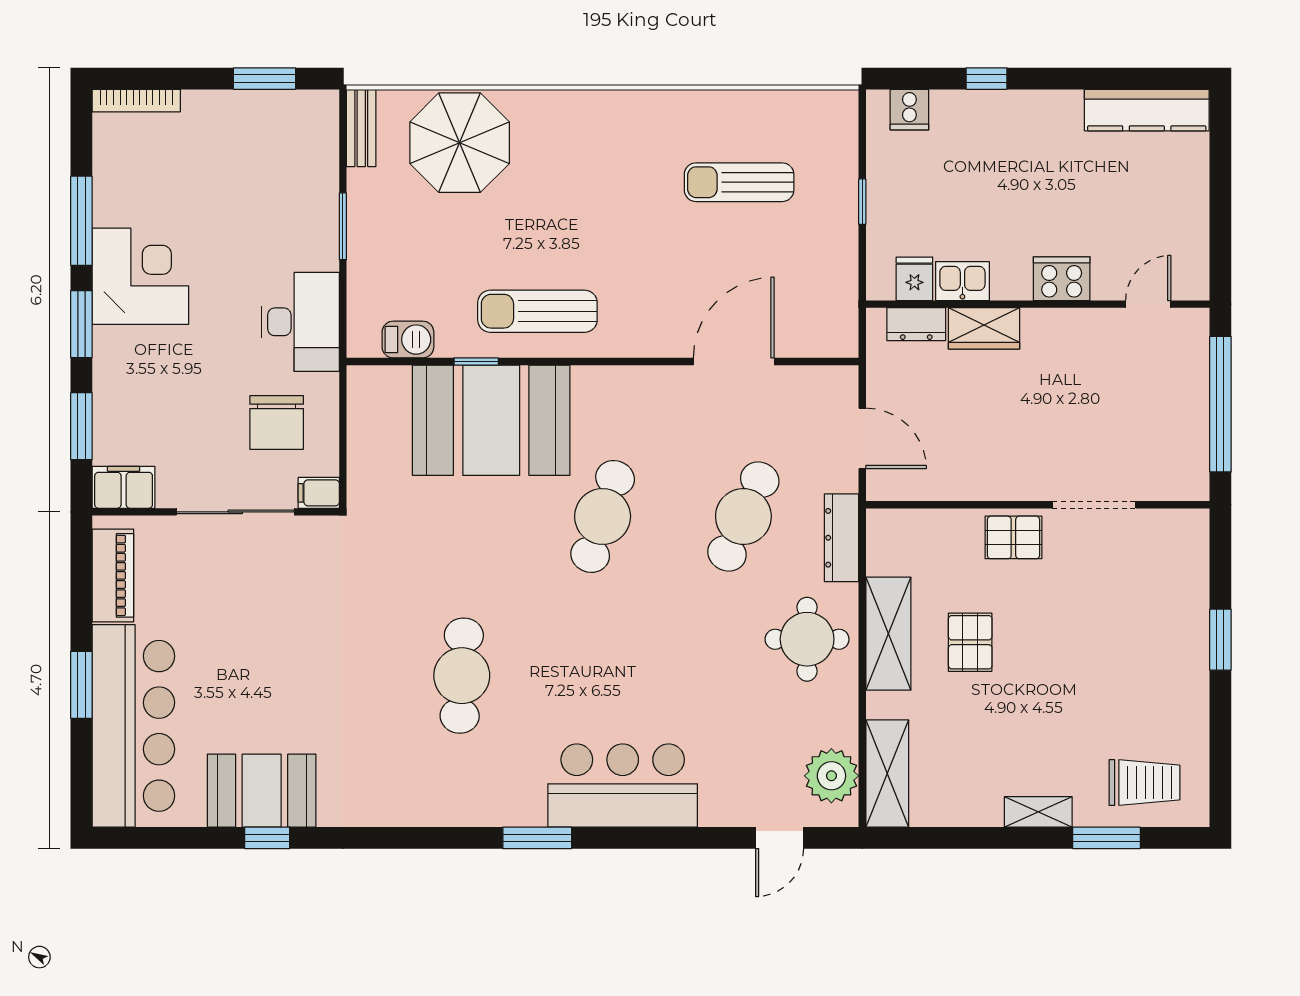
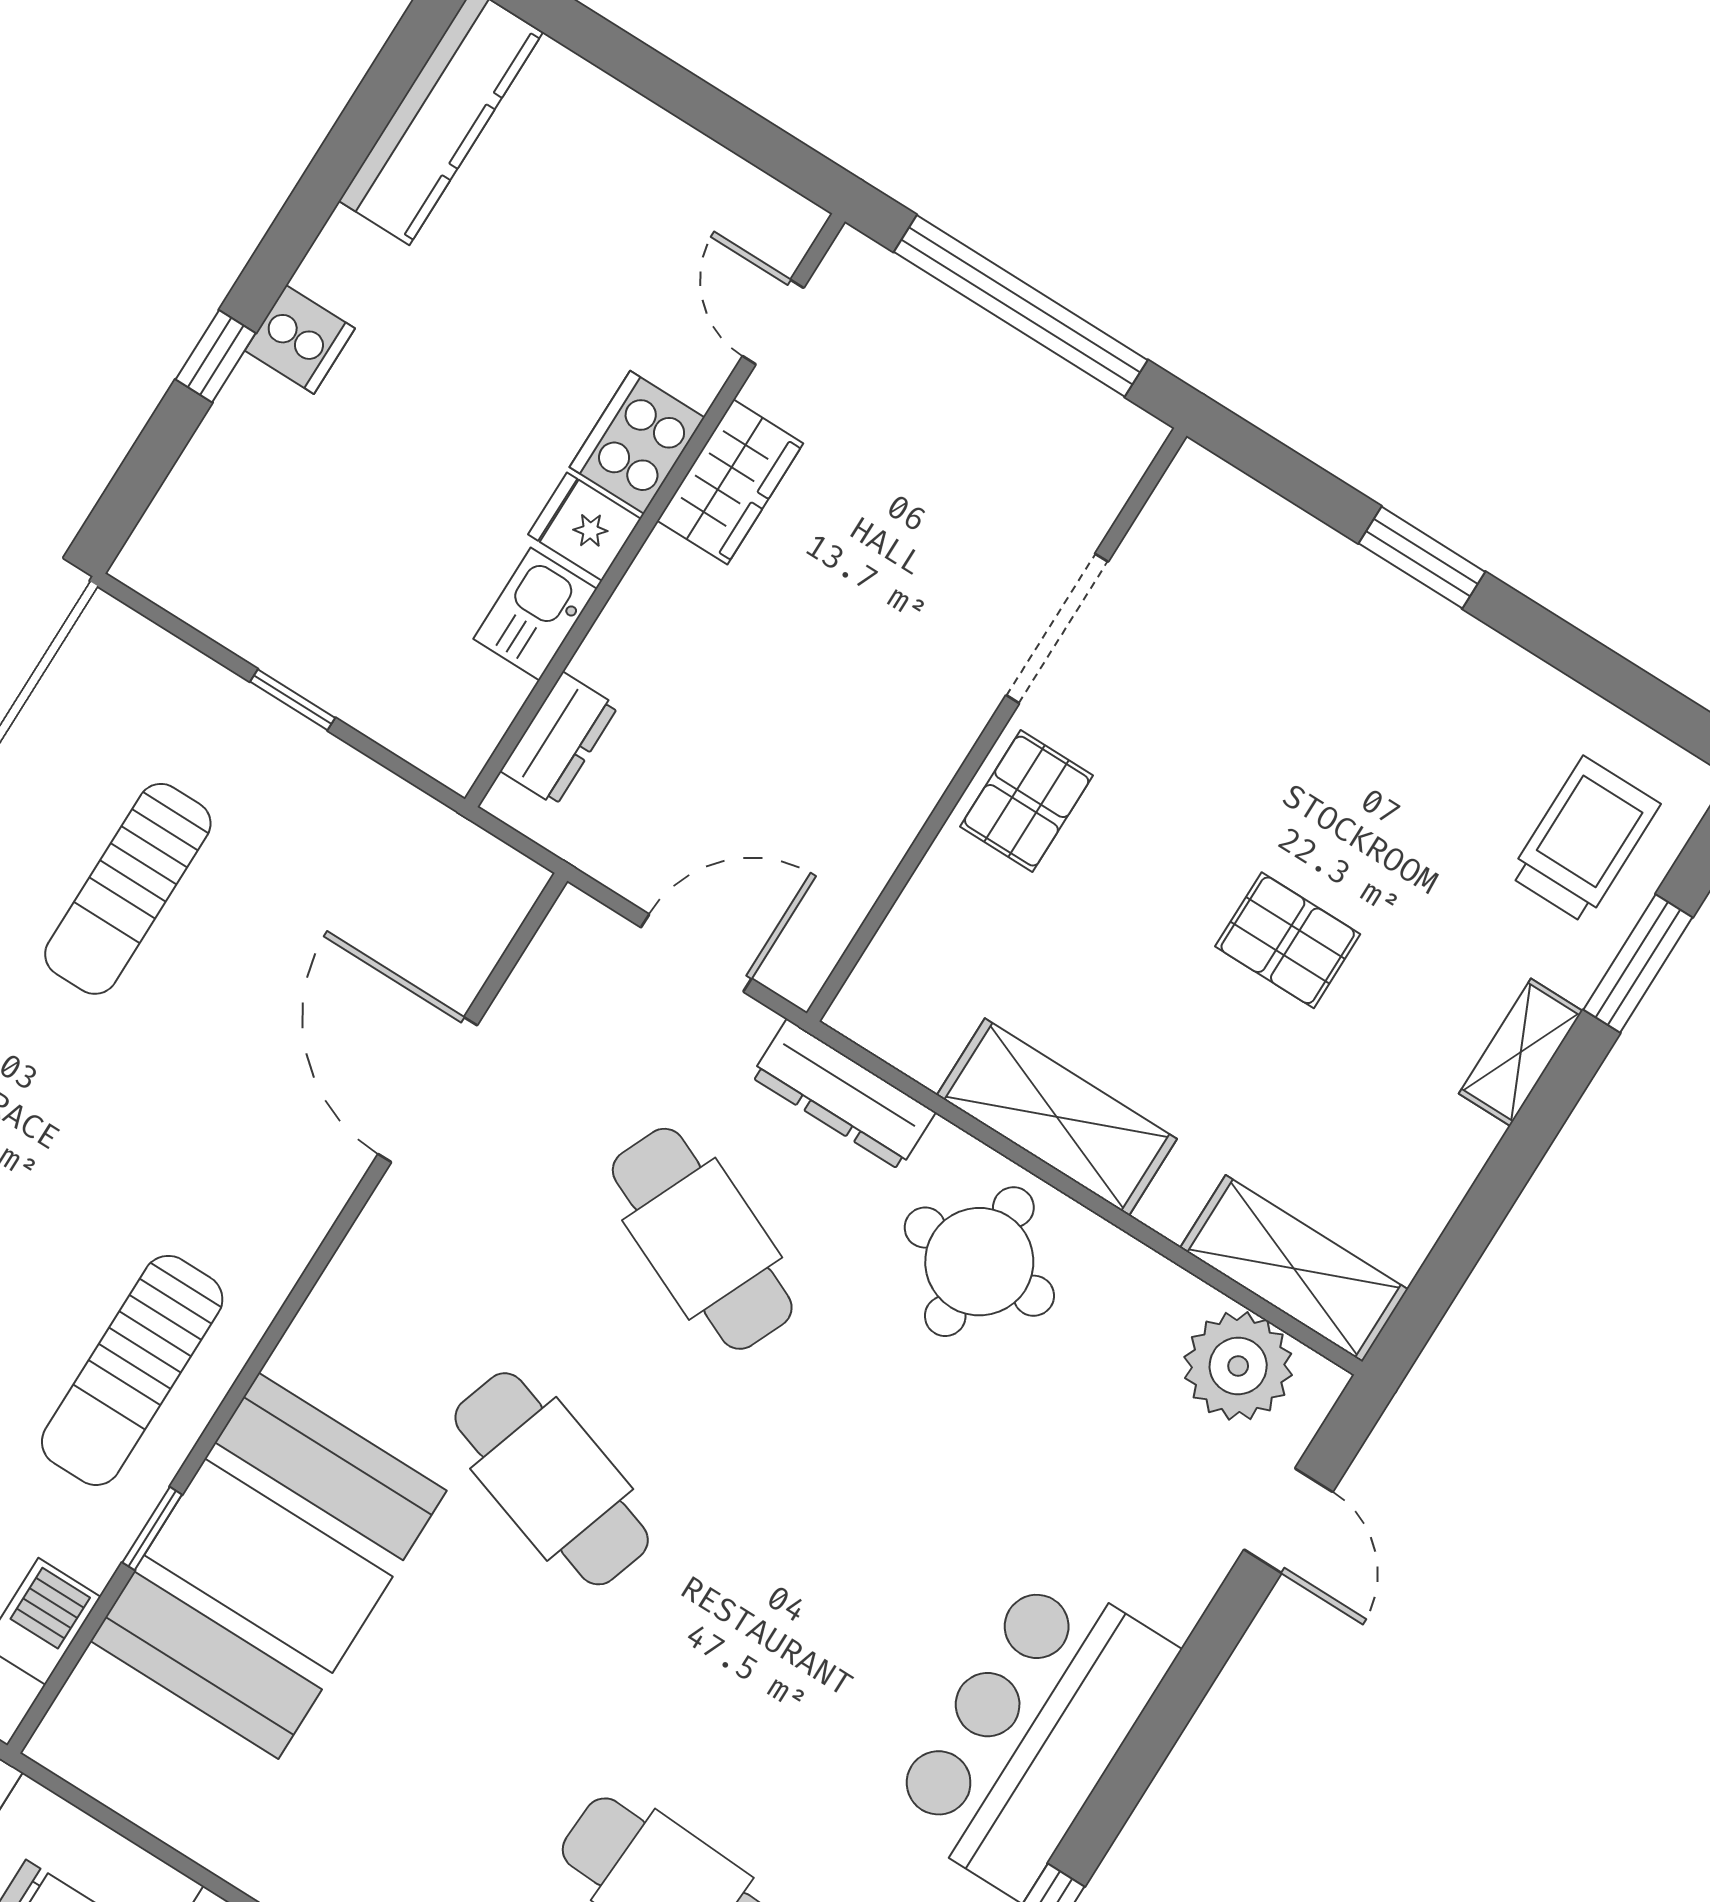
cooker: (909, 110) -> (300, 339), moved
fridge: (914, 279) -> (584, 527), moved
wardrobe: (984, 328) -> (730, 482), moved
pallet: (970, 642) -> (1288, 940), moved

